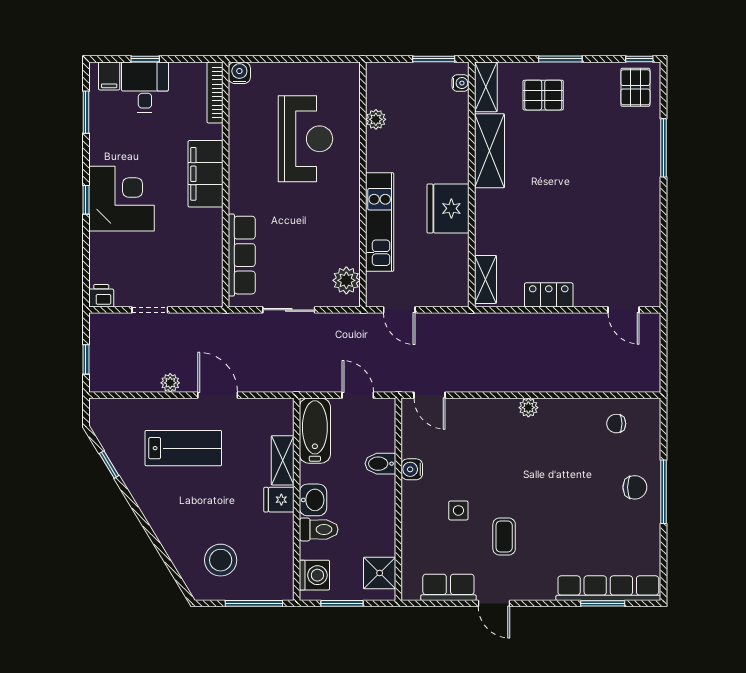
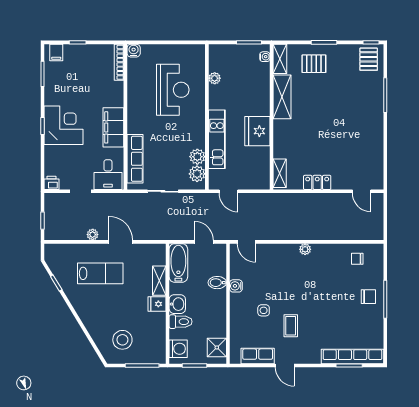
desk: (145, 87) -> (108, 175), moved, turned 180
filing cabinet: (205, 174) -> (113, 127), moved
plant: (347, 252) -> (197, 157), added

